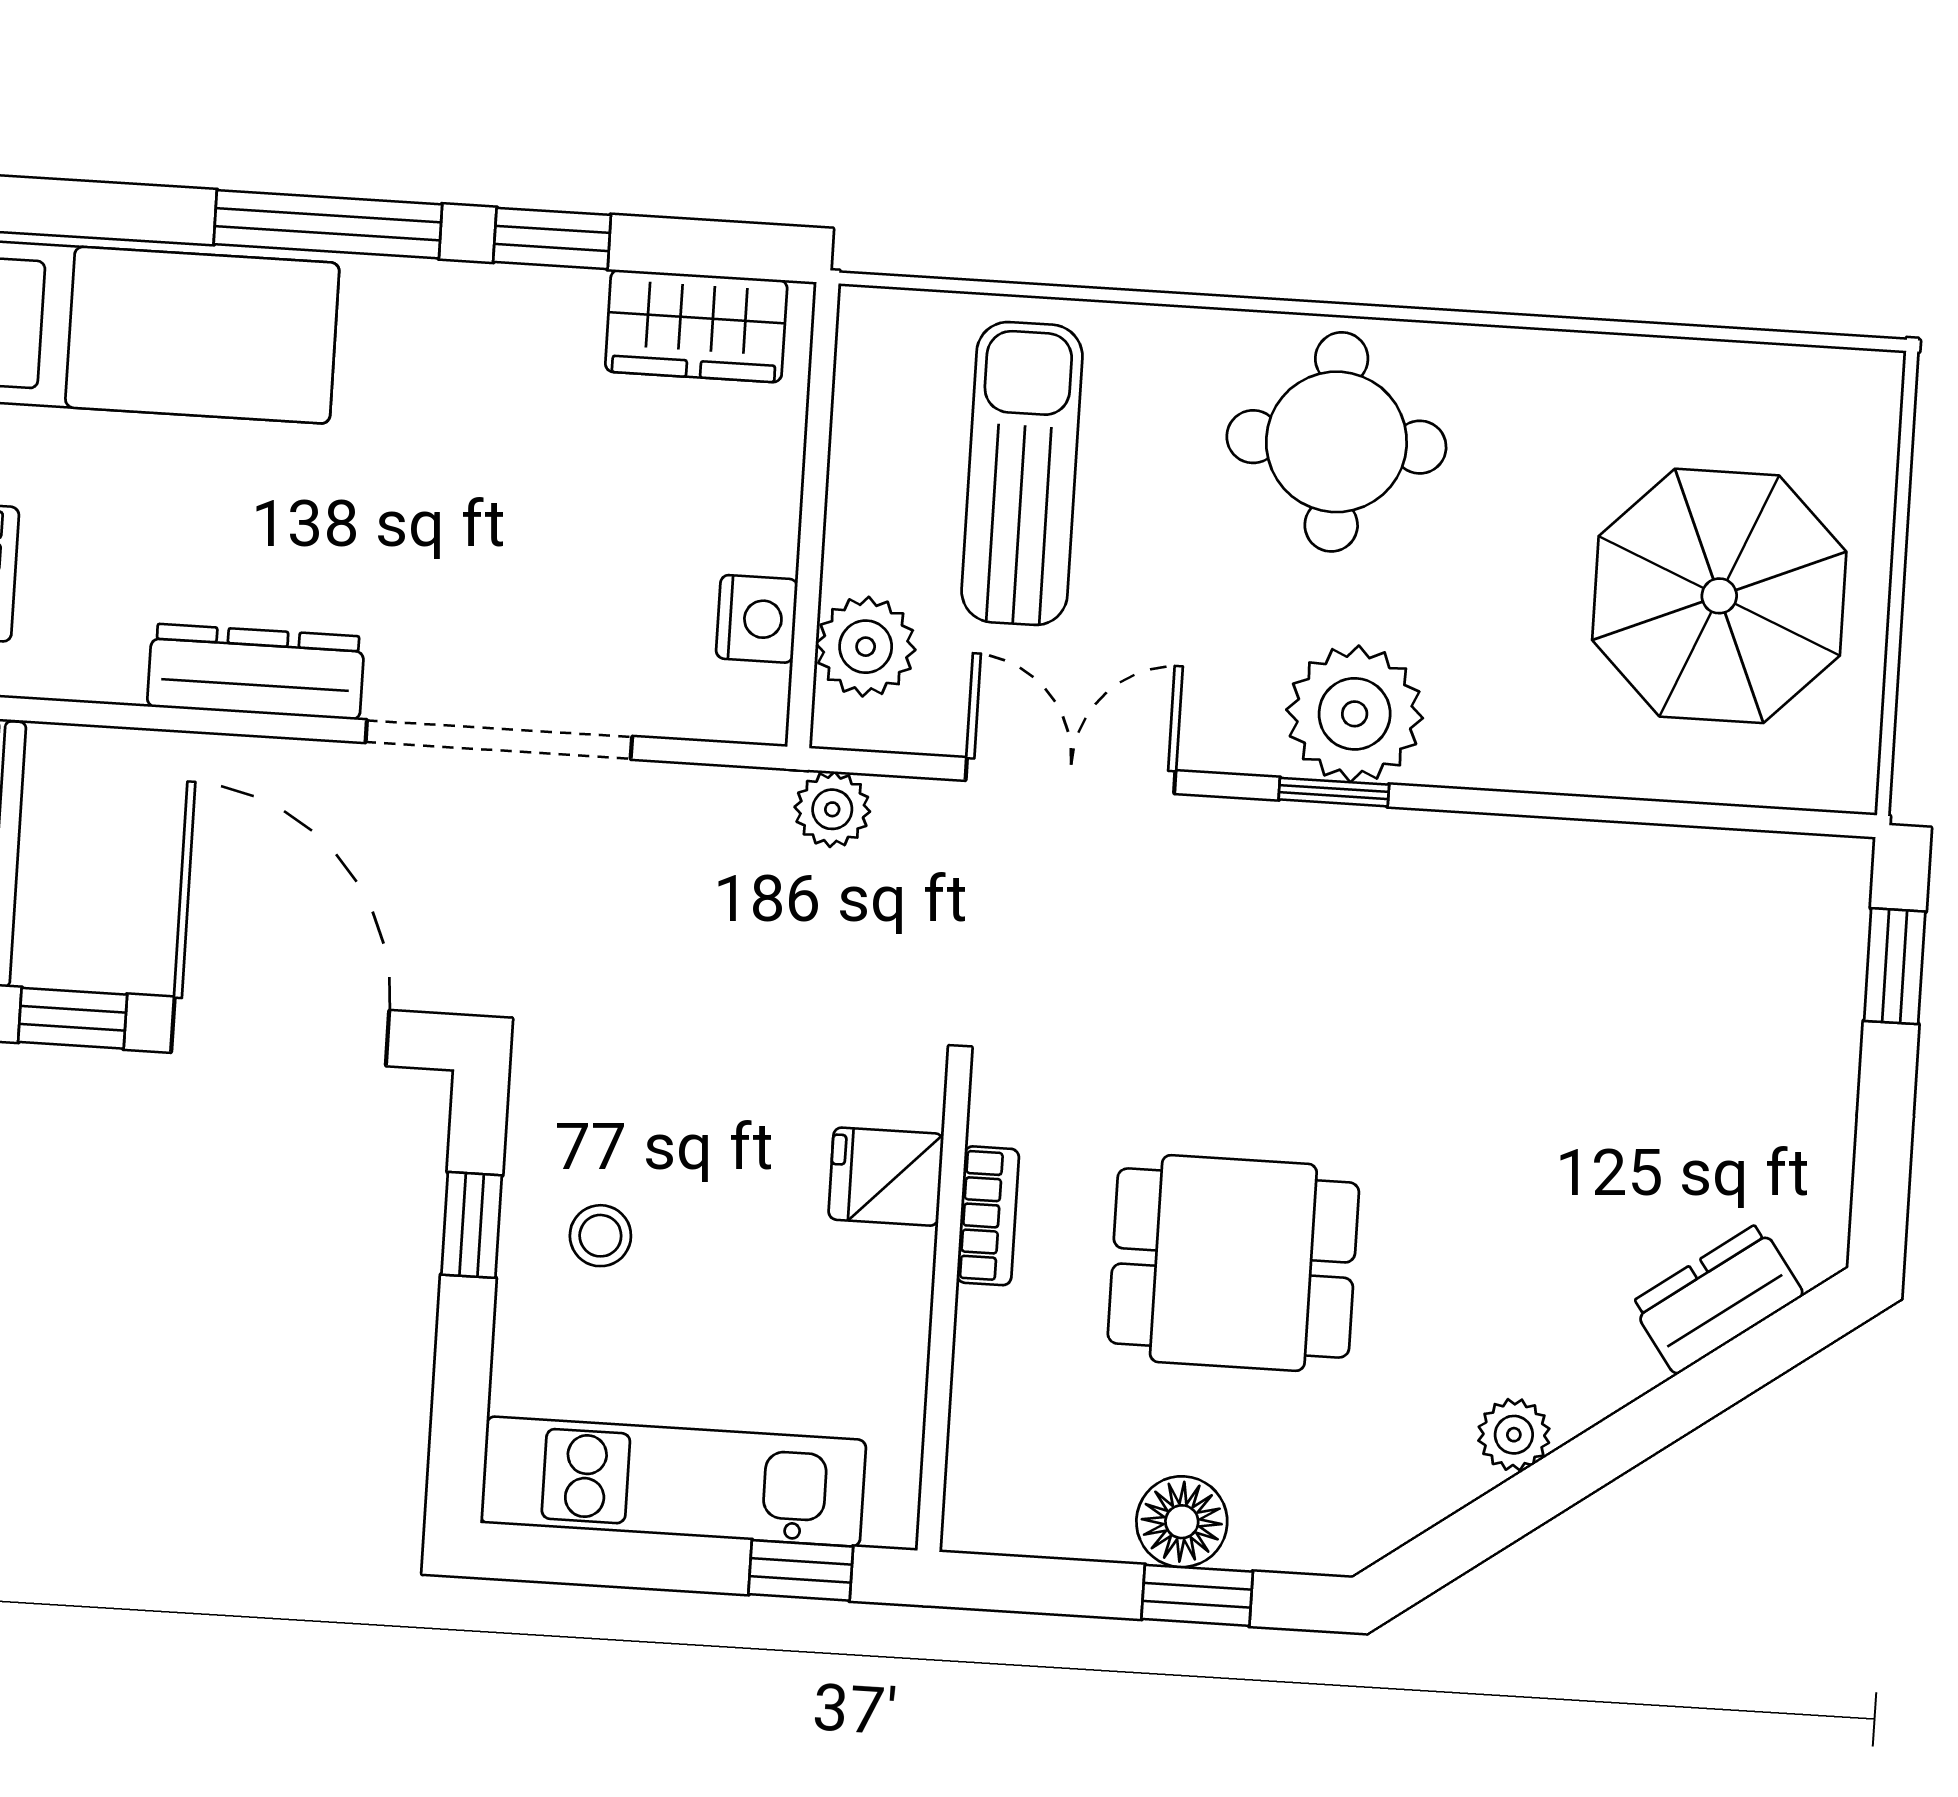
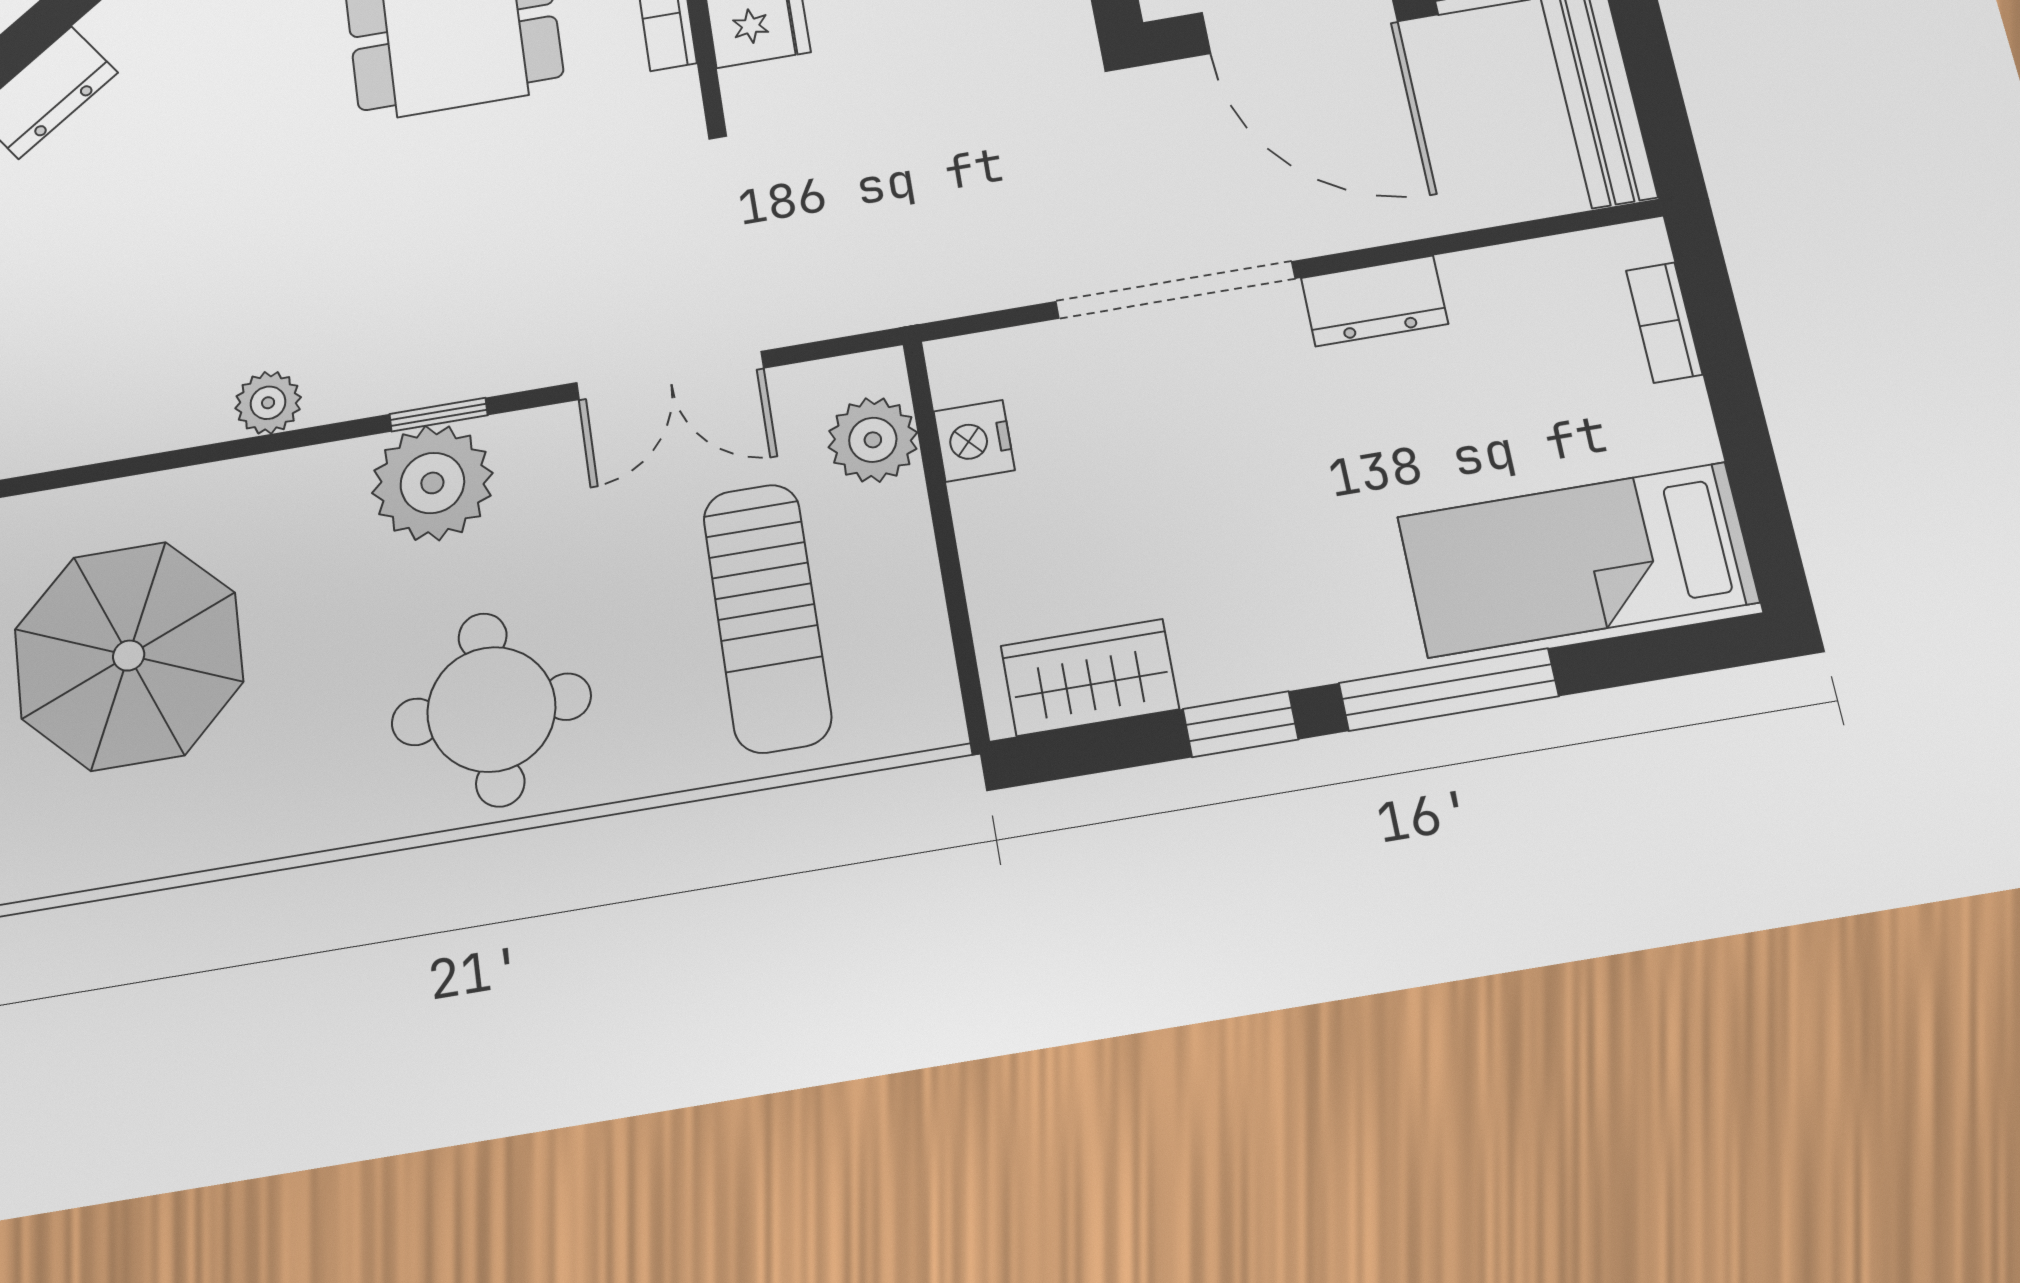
dresser: (256, 672) -> (1374, 301), width x0.70
plant: (832, 809) -> (268, 403), moved

